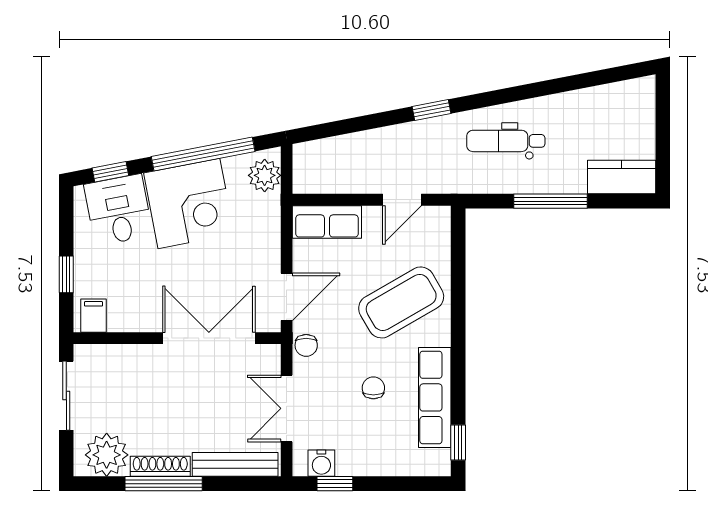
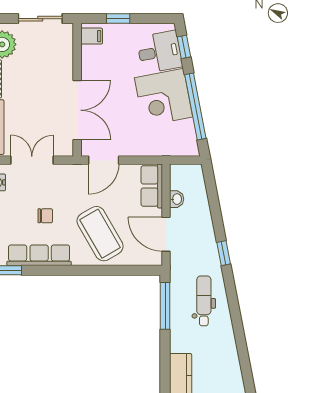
plant: (265, 175) -> (182, 146), removed
washbasin: (347, 183) -> (177, 199), added
door: (402, 200) -> (166, 234), width x1.38
window: (551, 201) -> (165, 306), moved
door: (287, 297) -> (104, 160), hinge flipped
chair: (306, 345) -> (72, 173), removed

